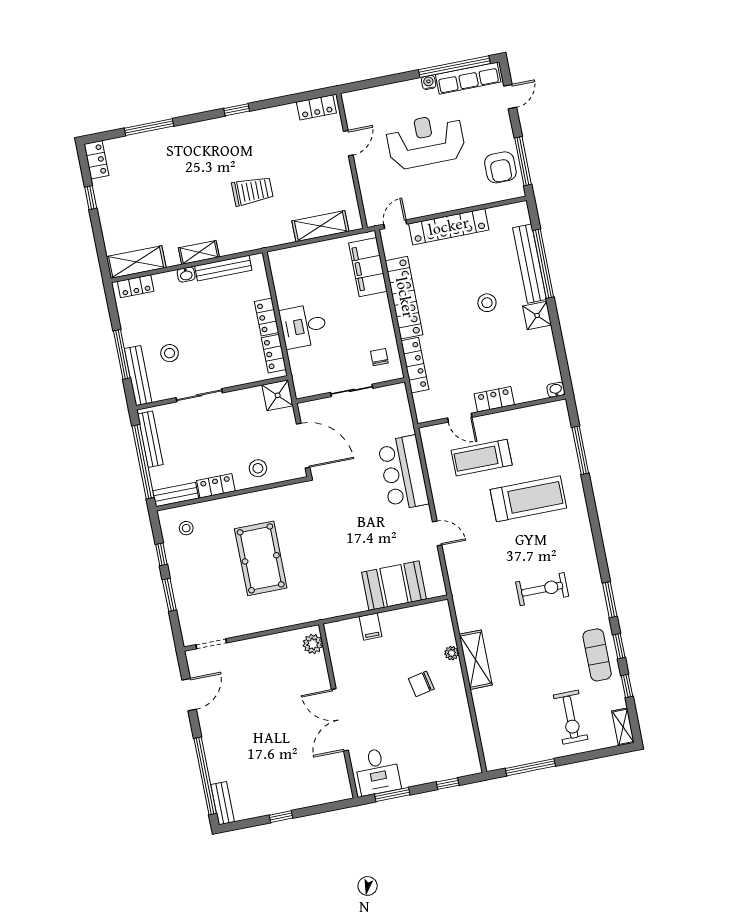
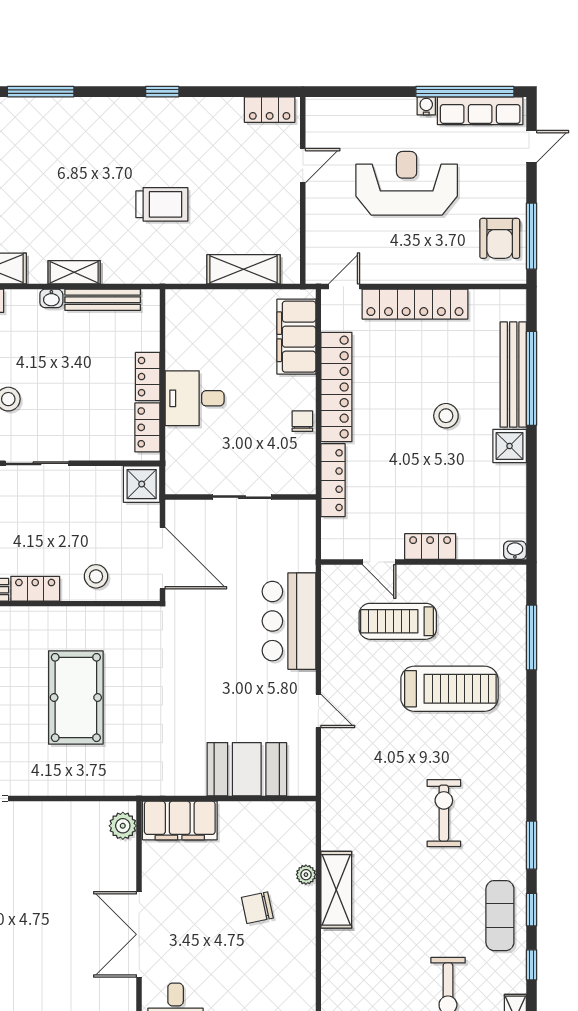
chair: (379, 357) -> (302, 421), moved
exercise bike: (542, 589) -> (444, 813), turned -90
filing cabinet: (371, 627) -> (180, 821), width x3.00, depth x1.17

